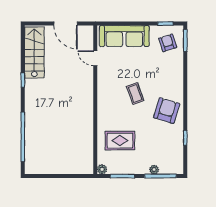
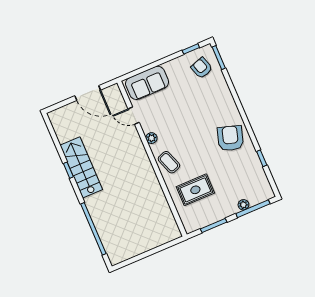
sofa: (124, 36) -> (147, 83), width x0.73
stairs: (34, 52) -> (81, 167), moved
coffee table: (135, 93) -> (169, 162), moved
plant: (102, 169) -> (151, 138), moved

